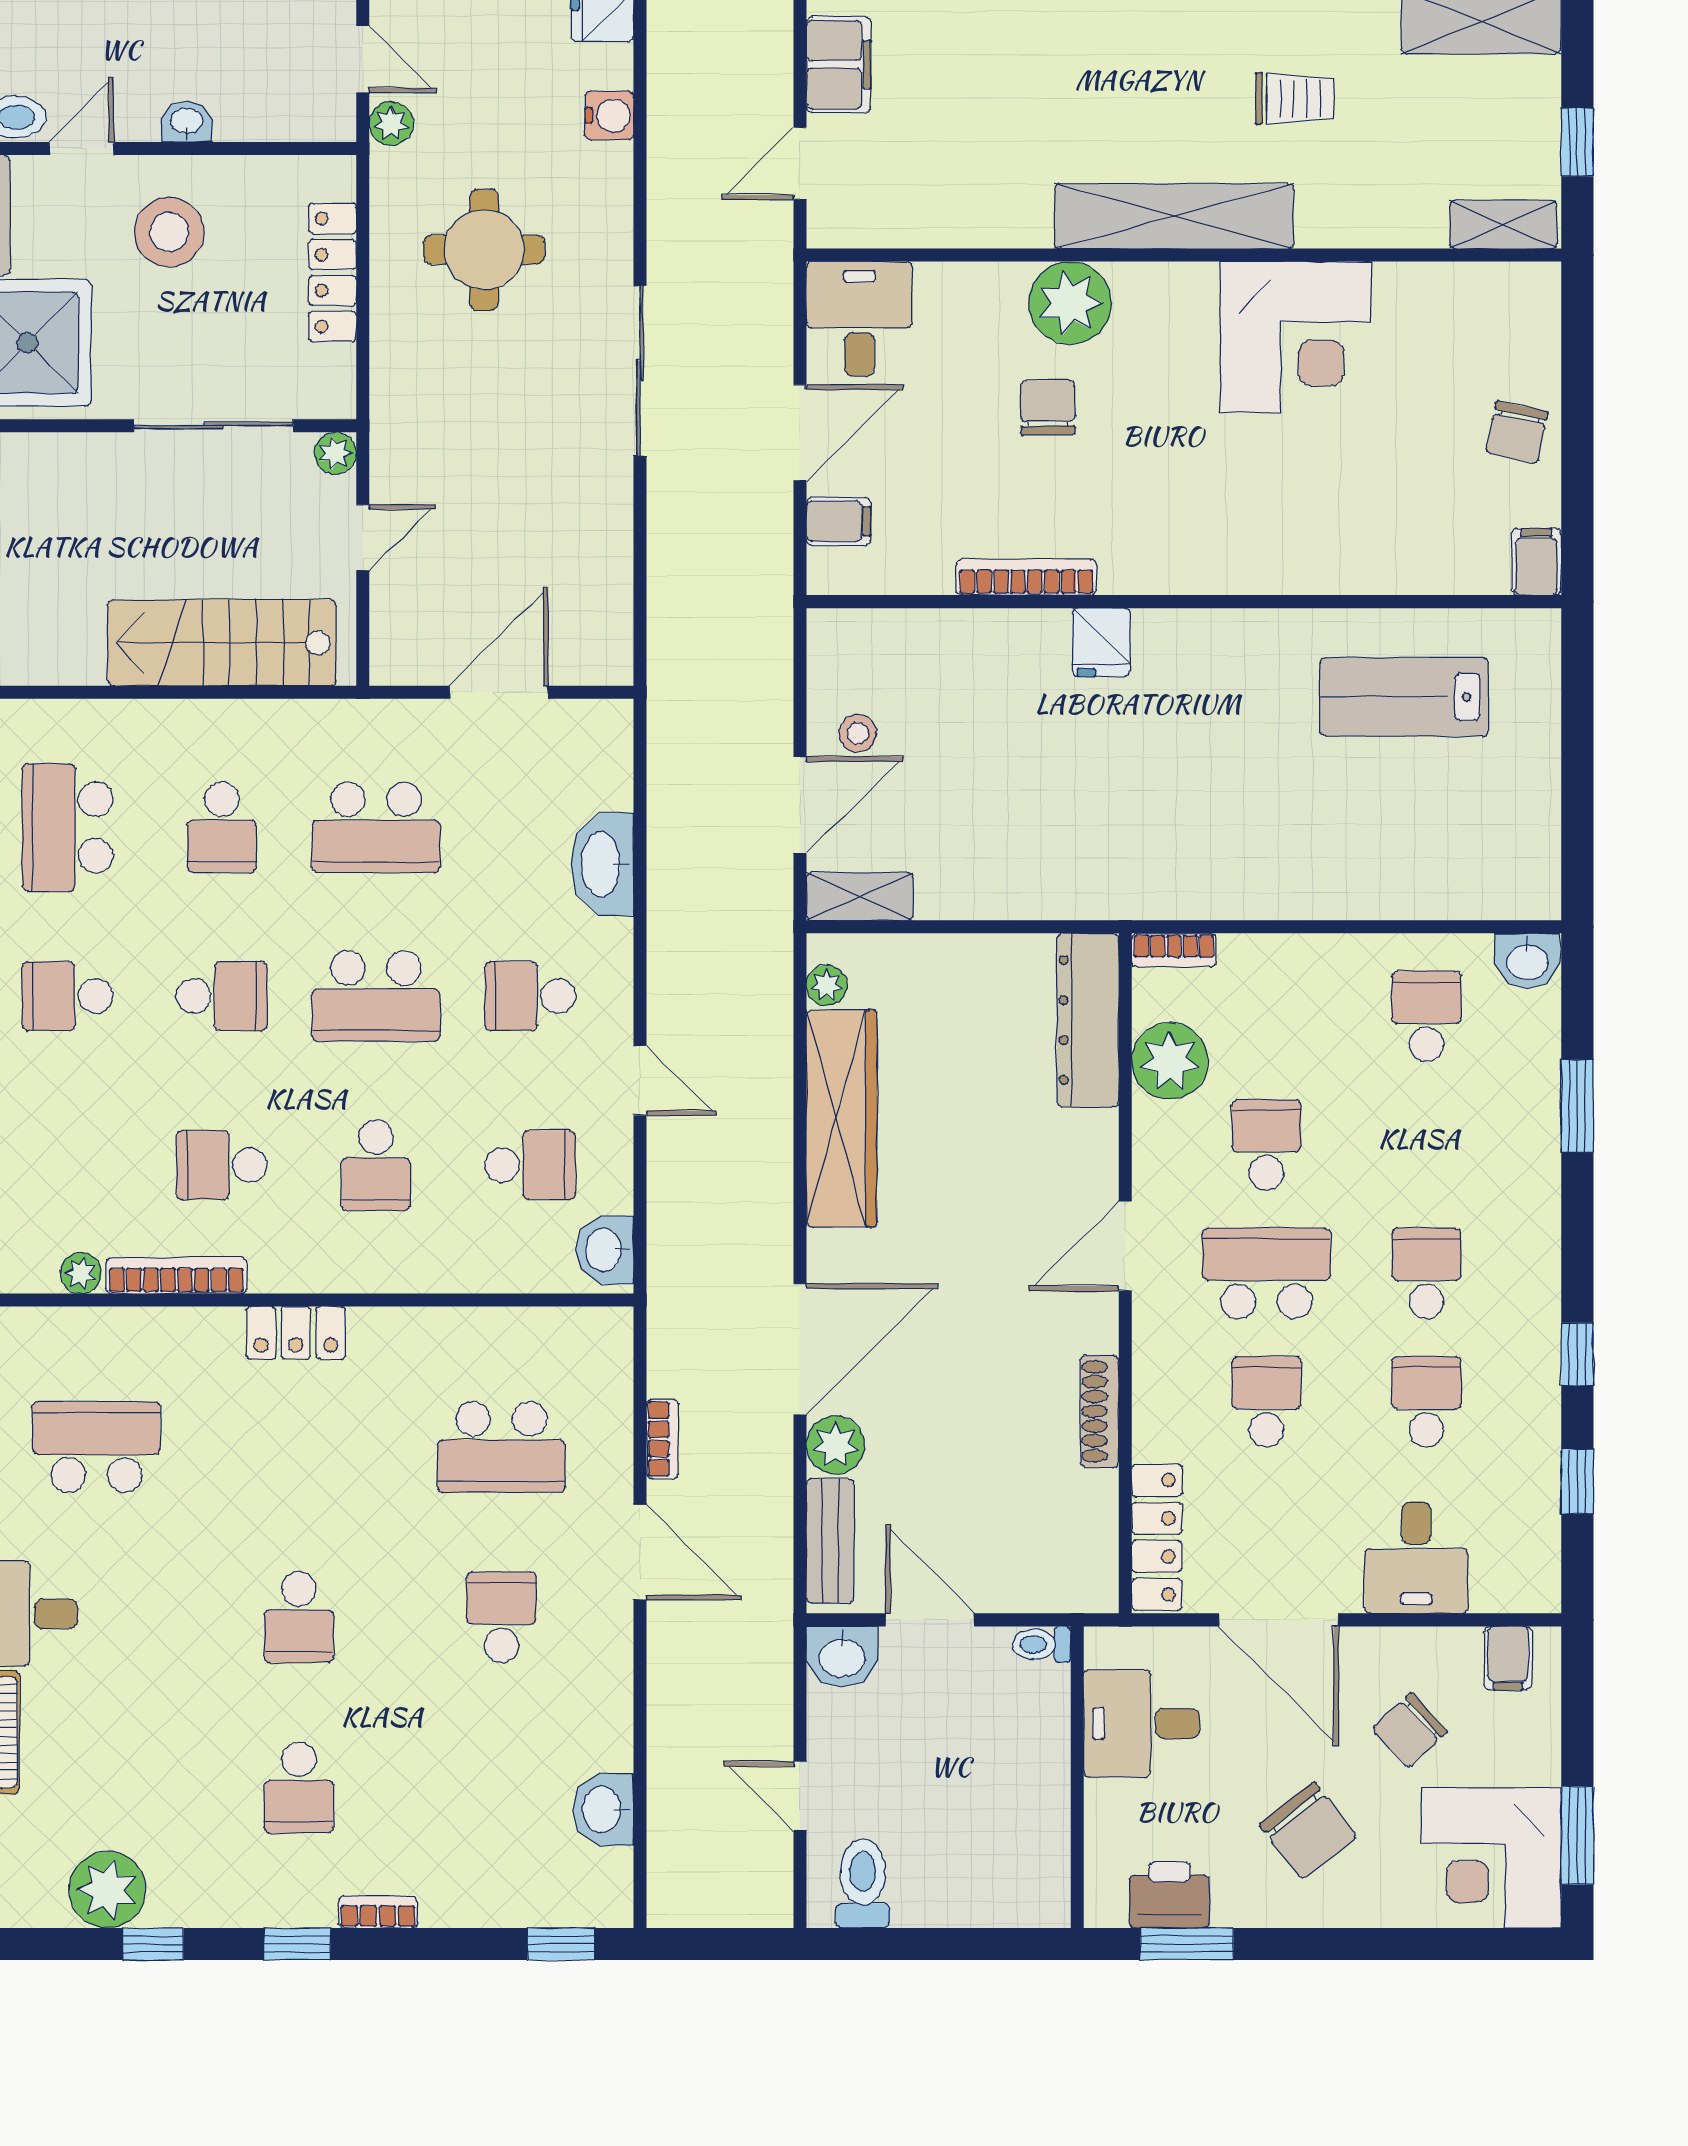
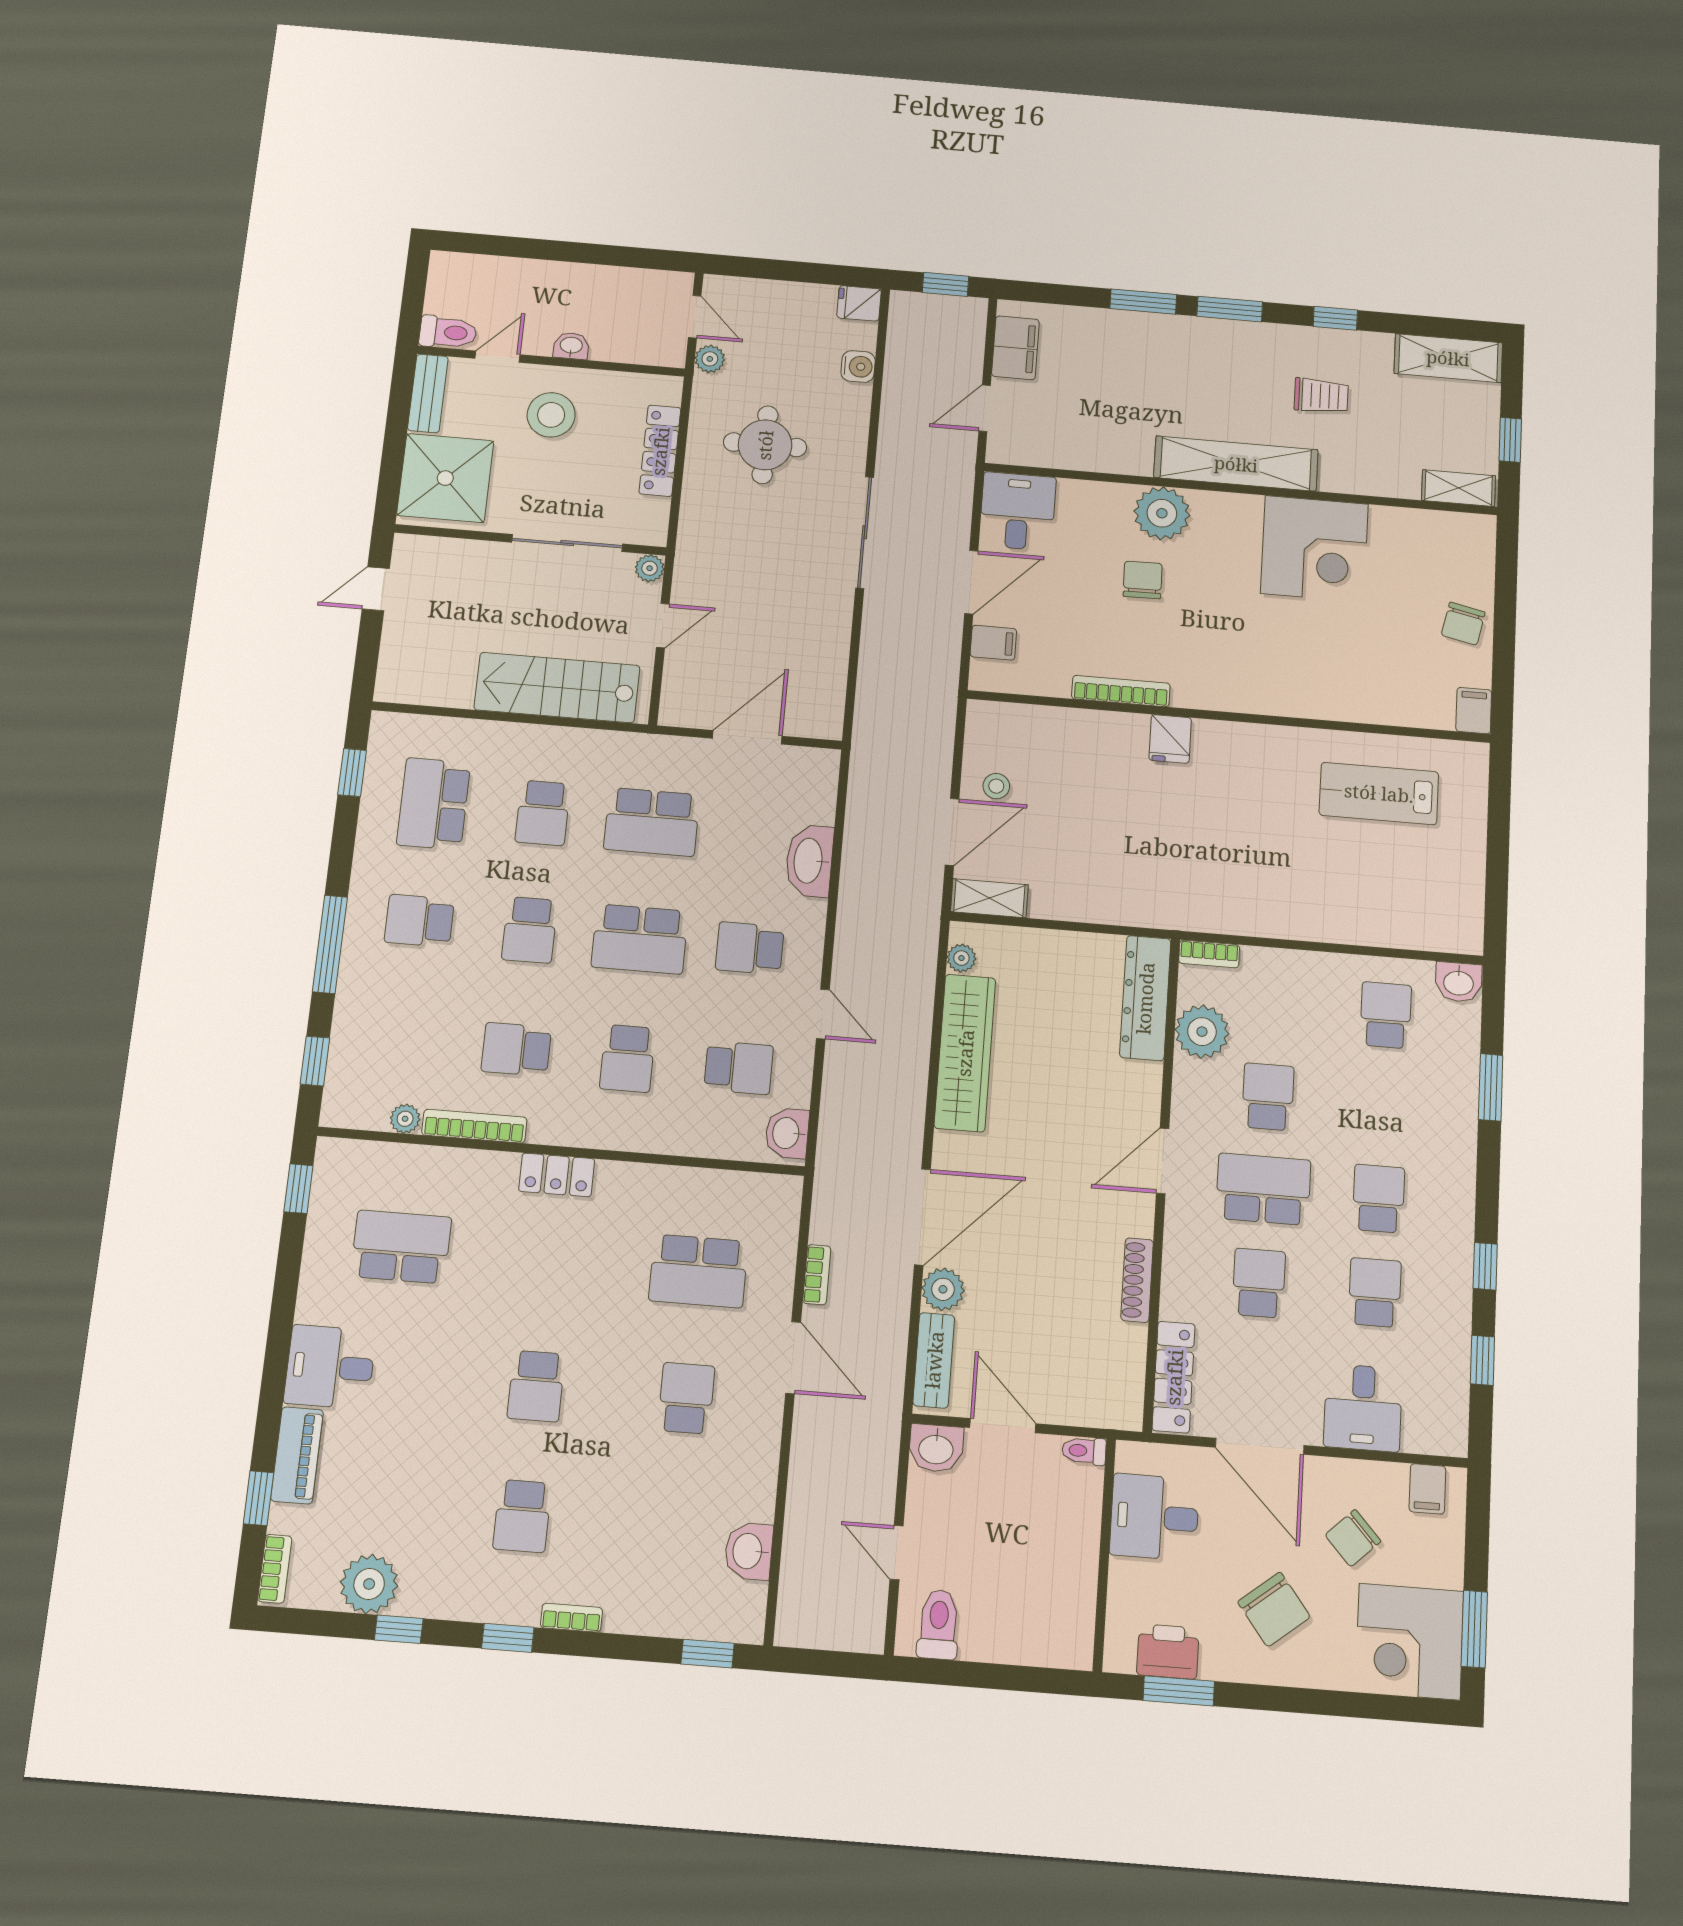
school desk: (222, 996) -> (530, 930), turned 90

